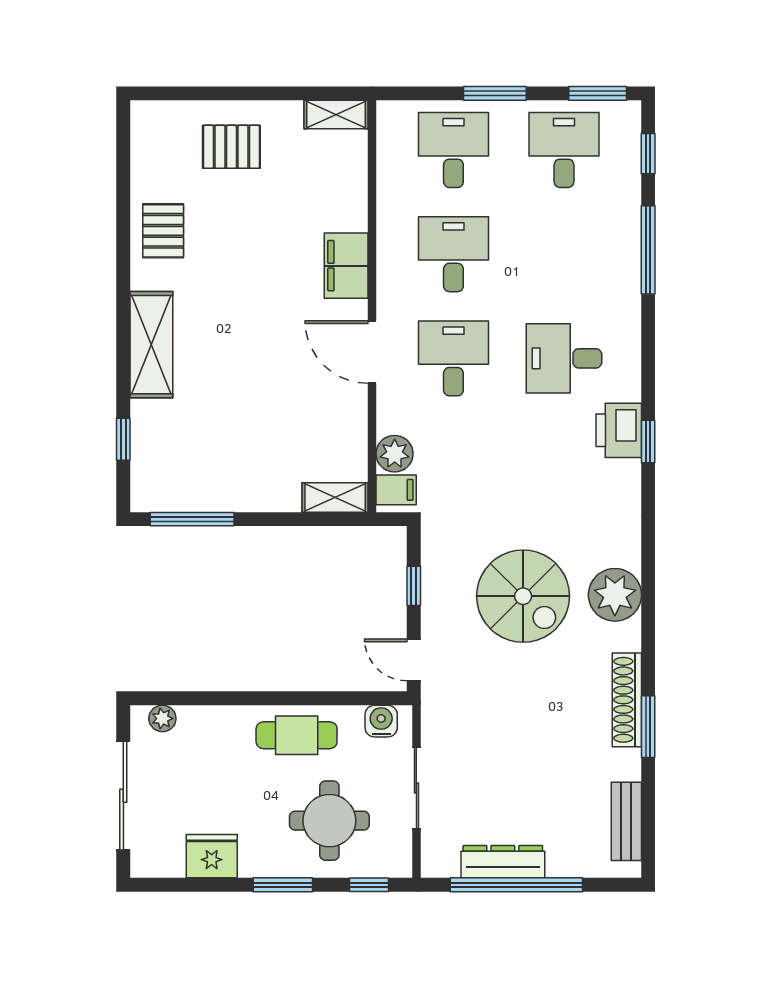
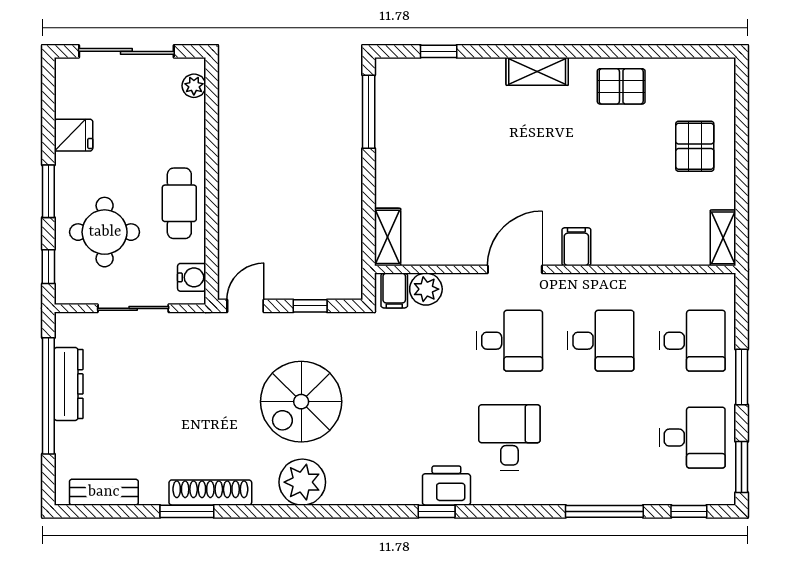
filing cabinet: (346, 266) -> (576, 247), width x0.50
shelving: (151, 345) -> (537, 71), width x0.67, depth x0.75
fridge: (212, 856) -> (73, 135), width x0.72

